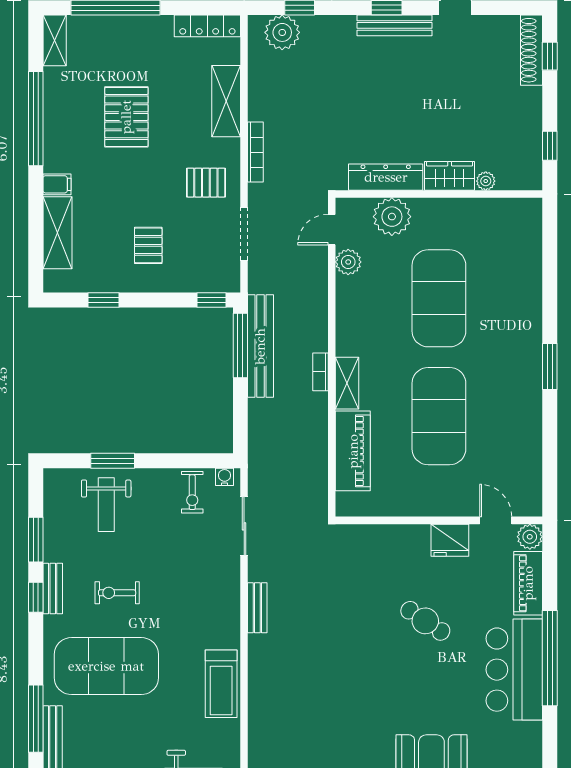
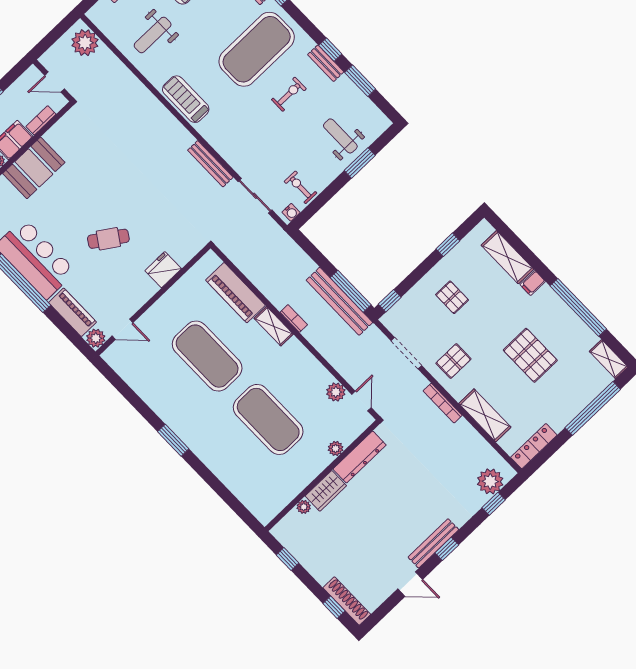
plant: (392, 217) -> (336, 448), width x0.53, depth x0.53
fridge: (450, 540) -> (163, 270), moved
bench: (257, 608) -> (210, 164), width x1.36

